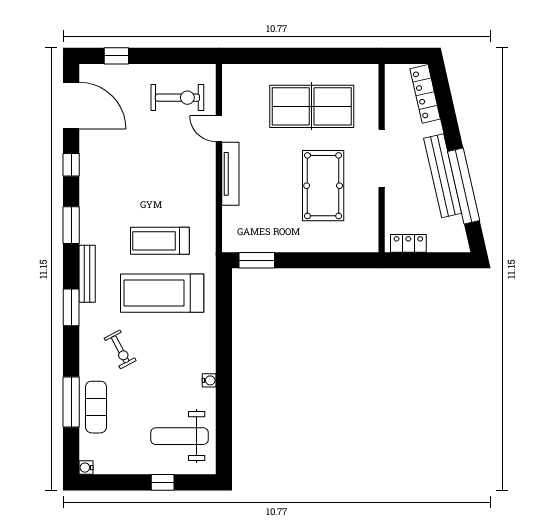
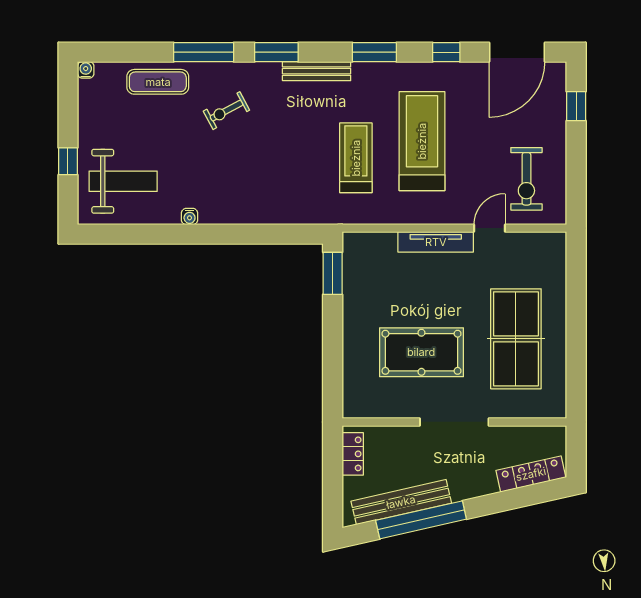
bench: (443, 176) -> (401, 502), moved
treadmill: (162, 293) -> (422, 141), moved
window: (71, 402) -> (204, 52), moved
weight bench: (179, 436) -> (123, 181), turned 90

